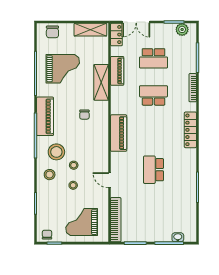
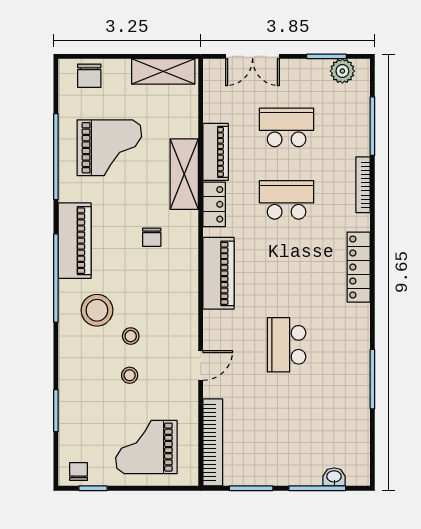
locker: (116, 35) -> (214, 204), moved
school desk: (154, 58) -> (287, 127), turned 180
stool: (50, 175) -> (84, 354), removed
door: (110, 180) -> (201, 365), swing flipped

